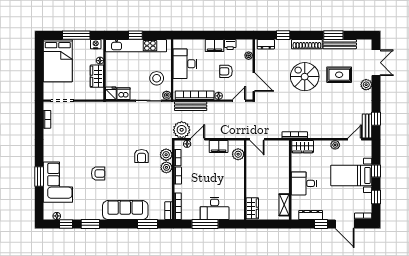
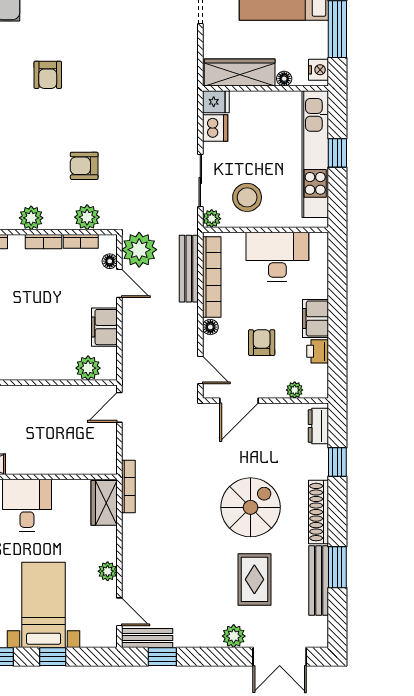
wardrobe: (97, 76) -> (240, 73), width x1.50
plant: (166, 167) -> (31, 218), moved

